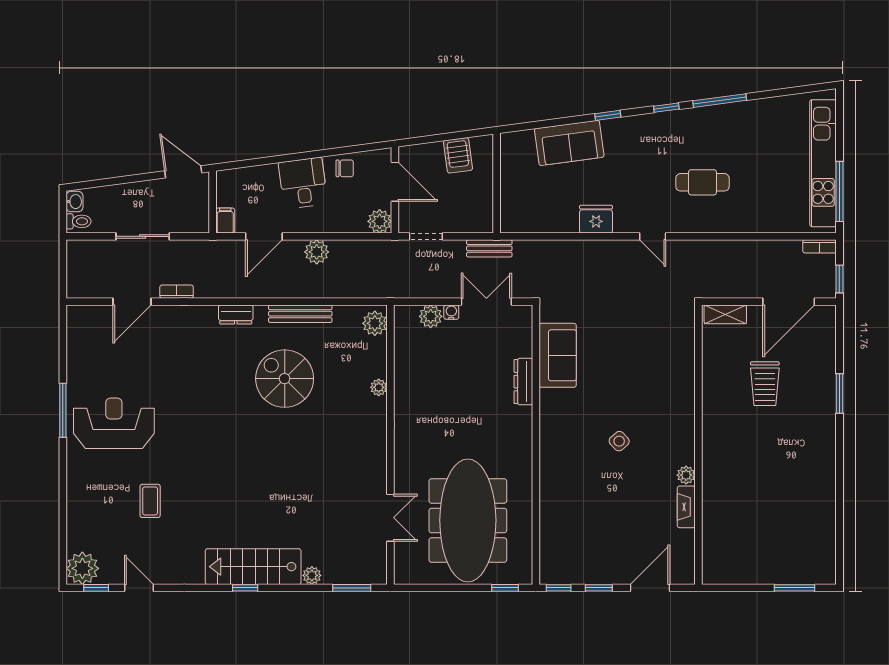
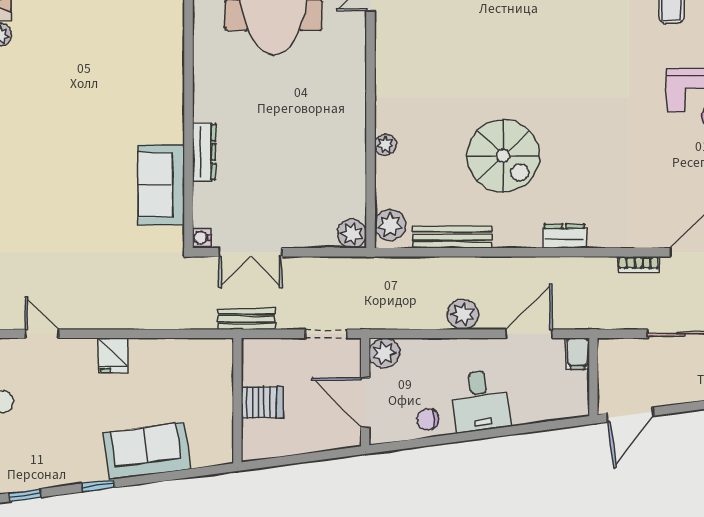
server rack: (458, 155) -> (262, 402), moved, turned 98
door: (183, 172) -> (630, 415), hinge flipped
fridge: (596, 219) -> (113, 355), width x0.72
water cooler: (451, 312) -> (202, 238), moved, turned 90
bench: (300, 314) -> (452, 237), moved
plant: (431, 316) -> (352, 234), moved
side table: (619, 441) -> (84, 77), removed

